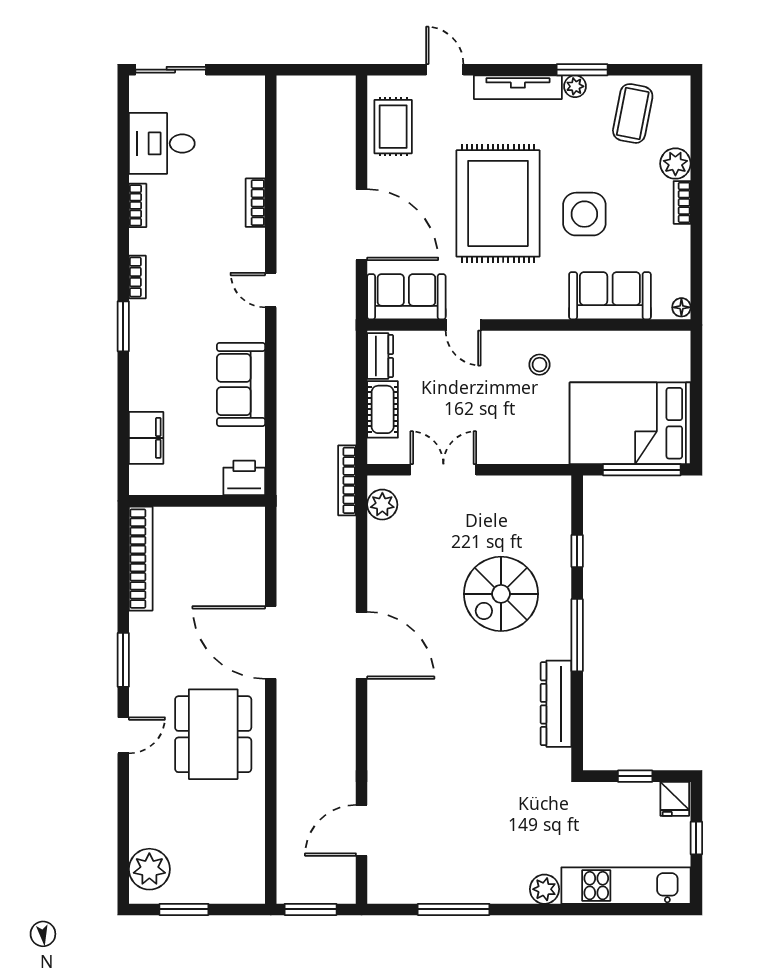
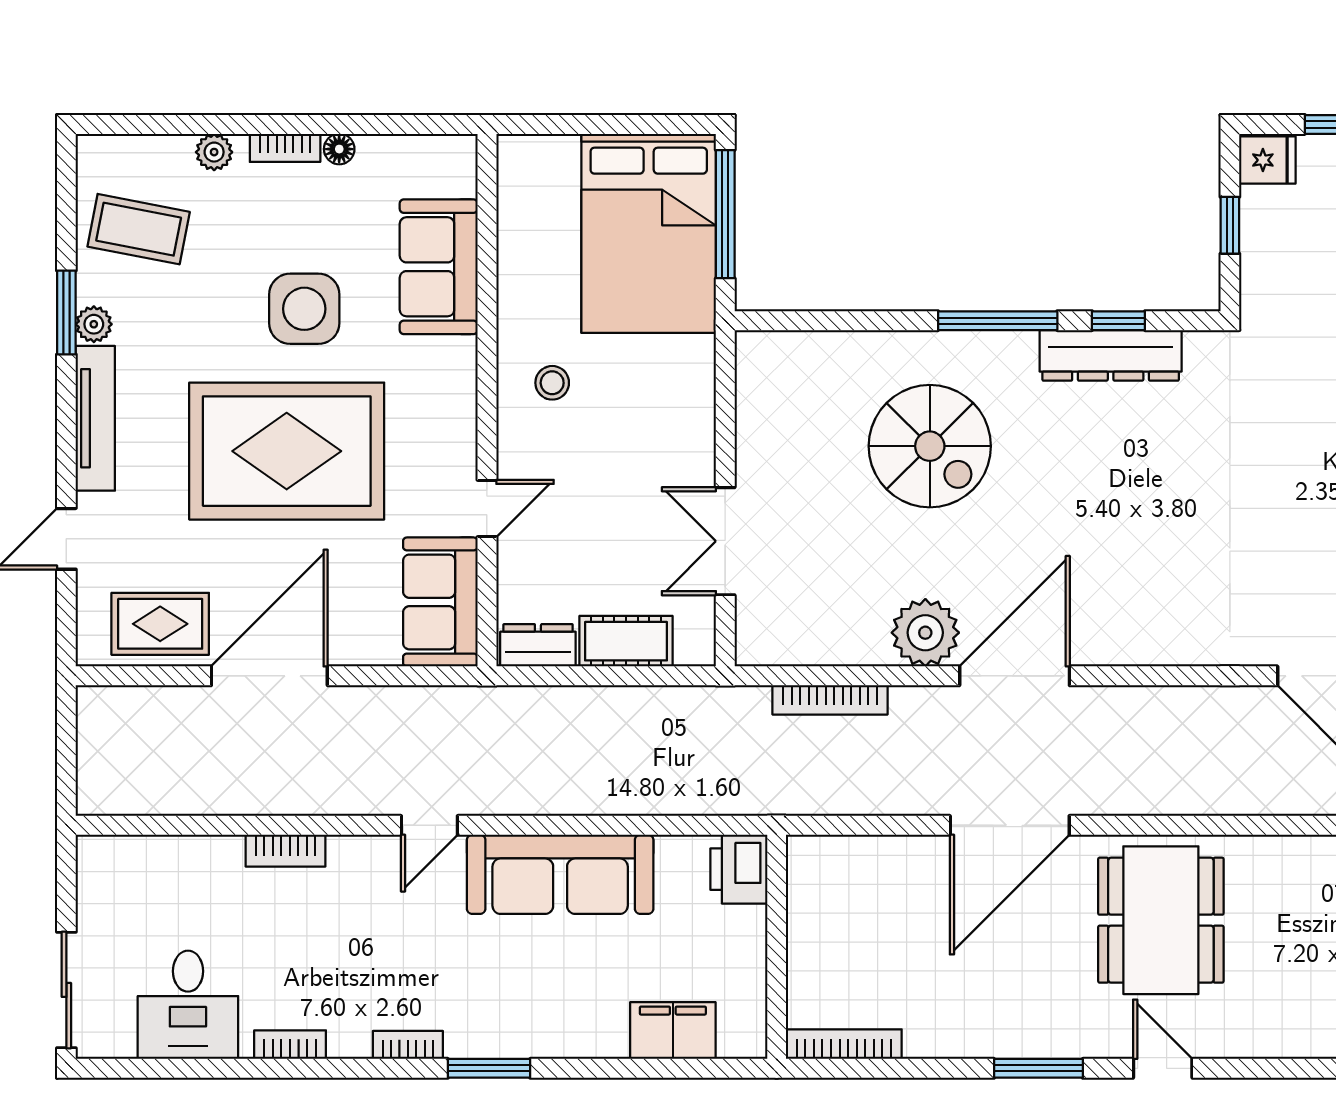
plant: (675, 164) -> (214, 152), width x0.73, depth x0.73
door: (362, 225) -> (269, 676), moved
floor lamp: (681, 307) -> (339, 149), moved
sofa: (241, 384) -> (560, 874), width x1.36
bookcase: (347, 480) -> (830, 700), moved
plant: (382, 505) -> (925, 633), moved, width x1.36, depth x1.36
window: (577, 551) -> (1118, 321), moved
bookcase: (141, 559) -> (844, 1044), width x0.68, depth x0.76
dining table: (213, 734) -> (1161, 920), turned 90

